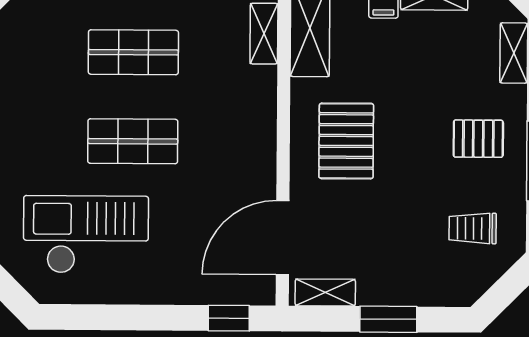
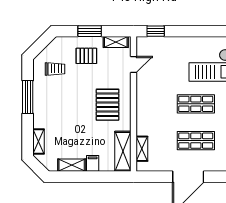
pallet: (478, 139) -> (86, 56), moved
door: (283, 238) -> (134, 64), width x0.53

